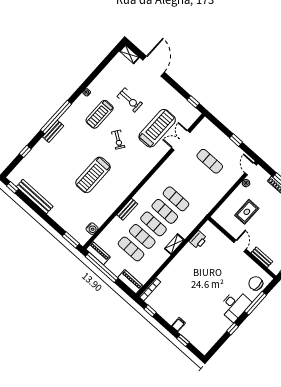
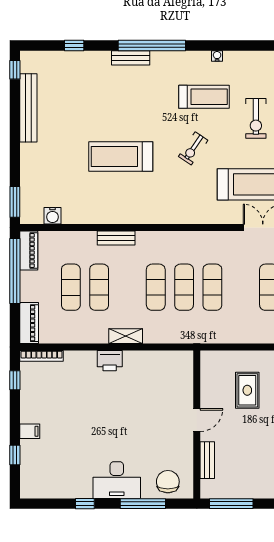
treadmill: (100, 114) -> (204, 97), turned 180
rug: (247, 212) -> (247, 390), turned 90
exercise mat: (154, 224) -> (212, 287), moved
printer: (198, 240) -> (110, 361), moved

